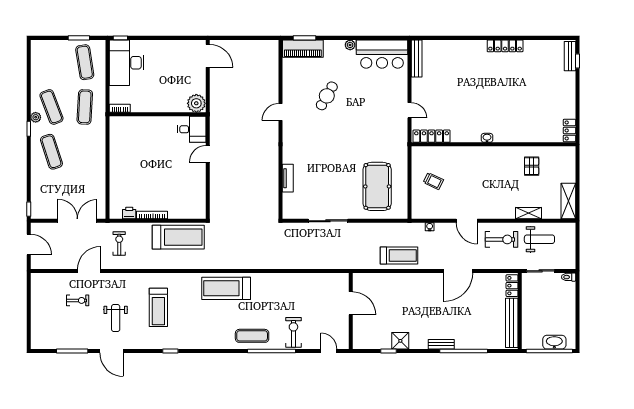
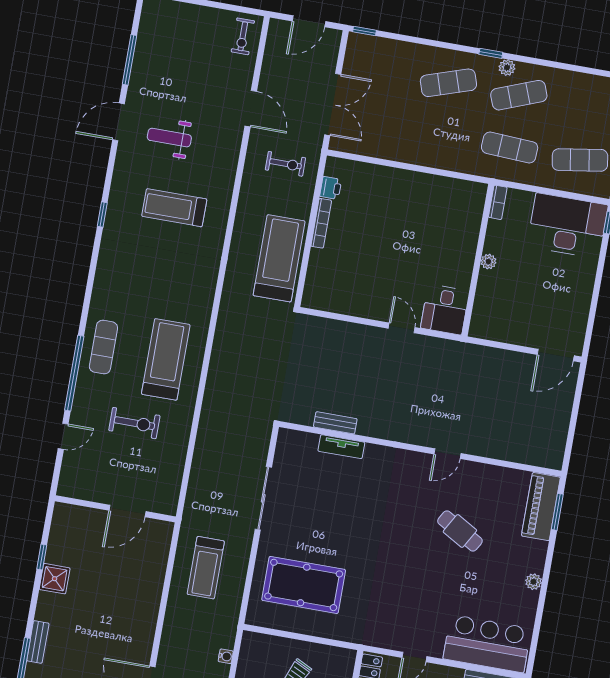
bar counter: (382, 54) -> (487, 644), moved, turned 90
plant: (196, 103) -> (488, 262), moved, width x0.53, depth x0.53
door: (280, 112) -> (447, 454), swing flipped
bench: (274, 185) -> (335, 423), added
treadmill: (178, 237) -> (279, 258), turned 180
treadmill: (399, 255) -> (206, 568), moved
treadmill: (226, 288) -> (166, 359), moved
exercise bike: (78, 300) -> (243, 36), moved
exercise bike: (293, 332) -> (134, 423), moved
door: (329, 351) -> (63, 436), moved

